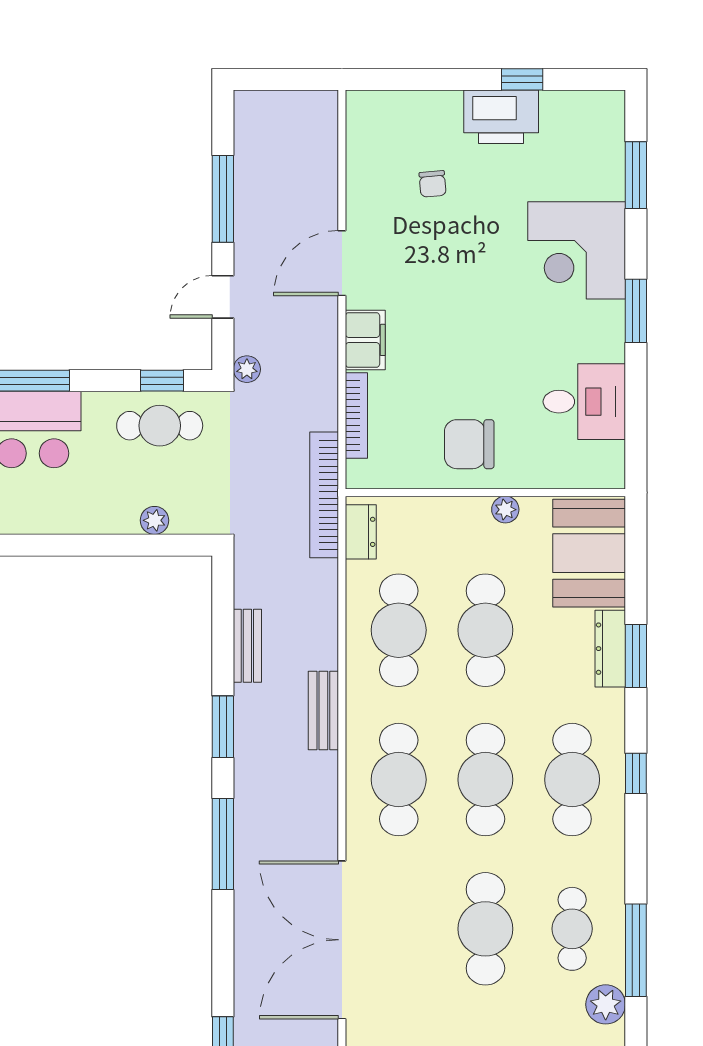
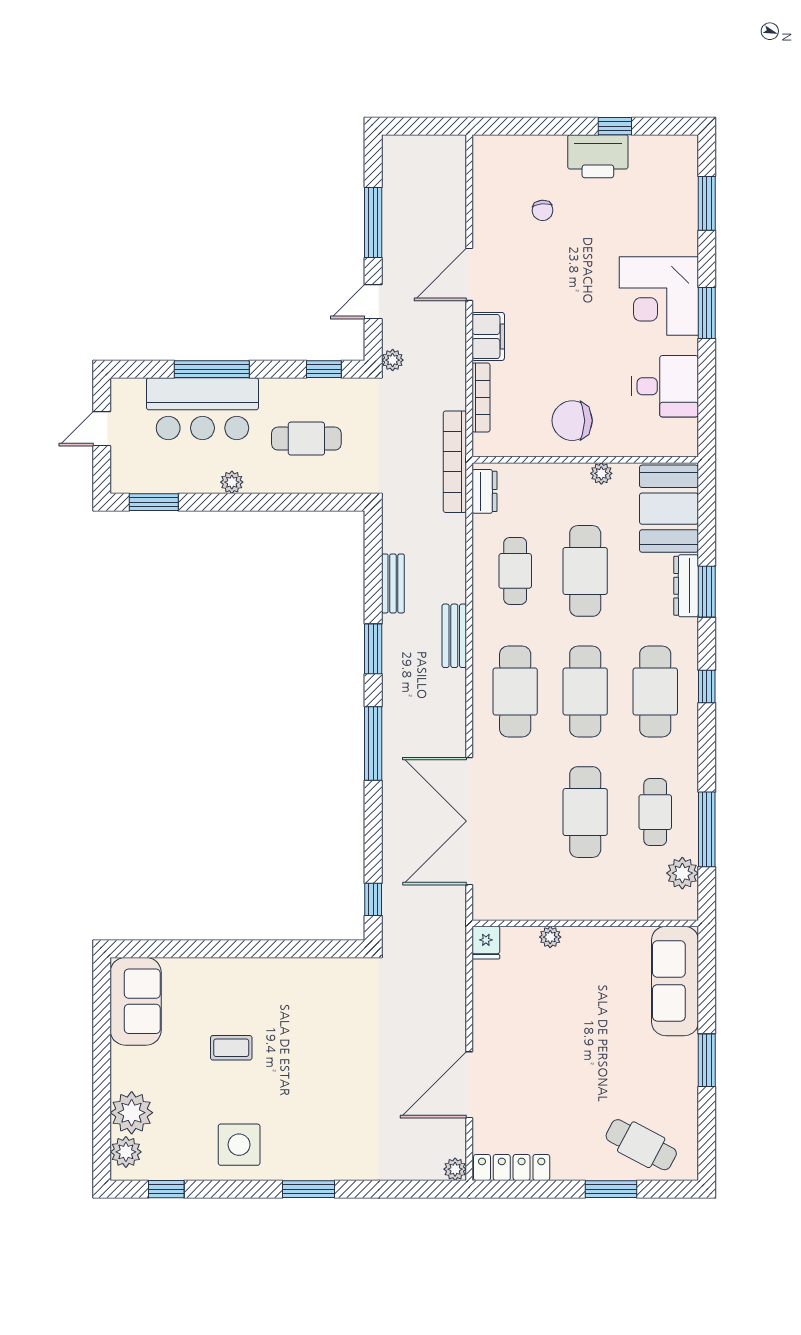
corner desk: (577, 250) -> (659, 296), moved
cafe table: (160, 426) -> (306, 439), moved
plant: (154, 520) -> (232, 482), moved
cafe table: (399, 630) -> (515, 571), width x0.73, depth x0.74

